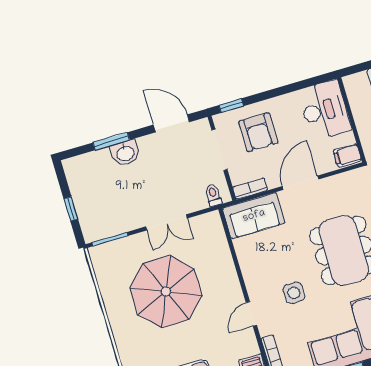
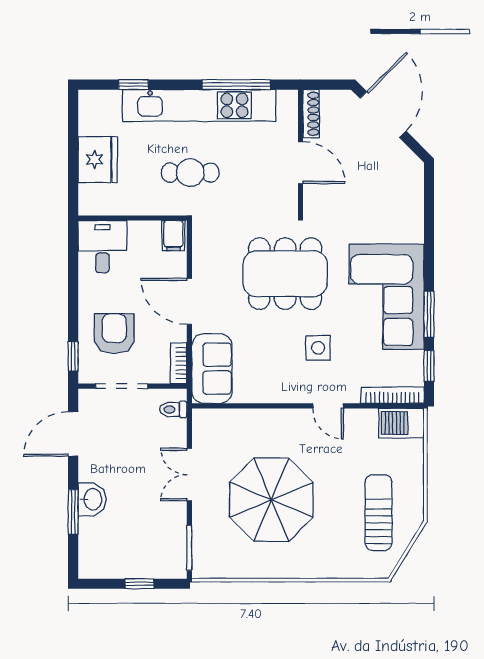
desk: (325, 110) -> (102, 247), width x0.73
armchair: (258, 132) -> (114, 334), turned -90
double door: (167, 222) -> (189, 475), swing flipped

